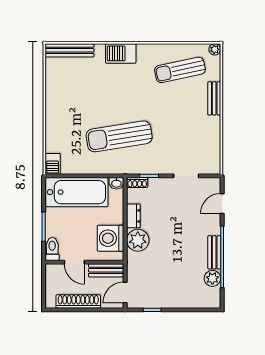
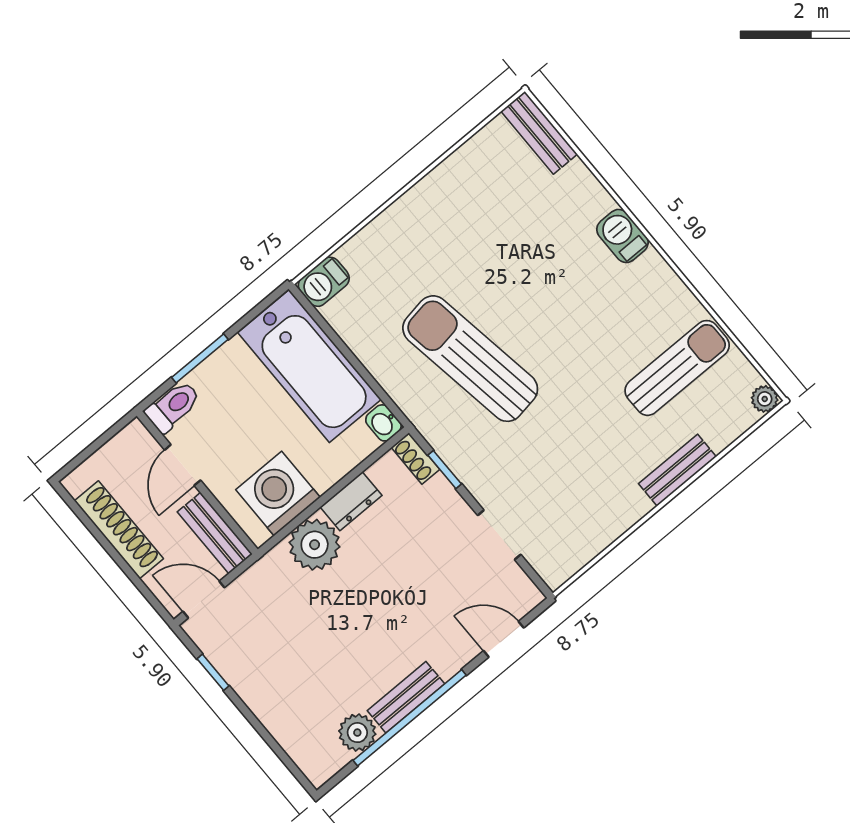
bench: (69, 50) -> (539, 133), width x0.73
barbecue: (121, 53) -> (622, 236), width x0.73, depth x0.79
sun lounger: (180, 70) -> (677, 368), turned 102

